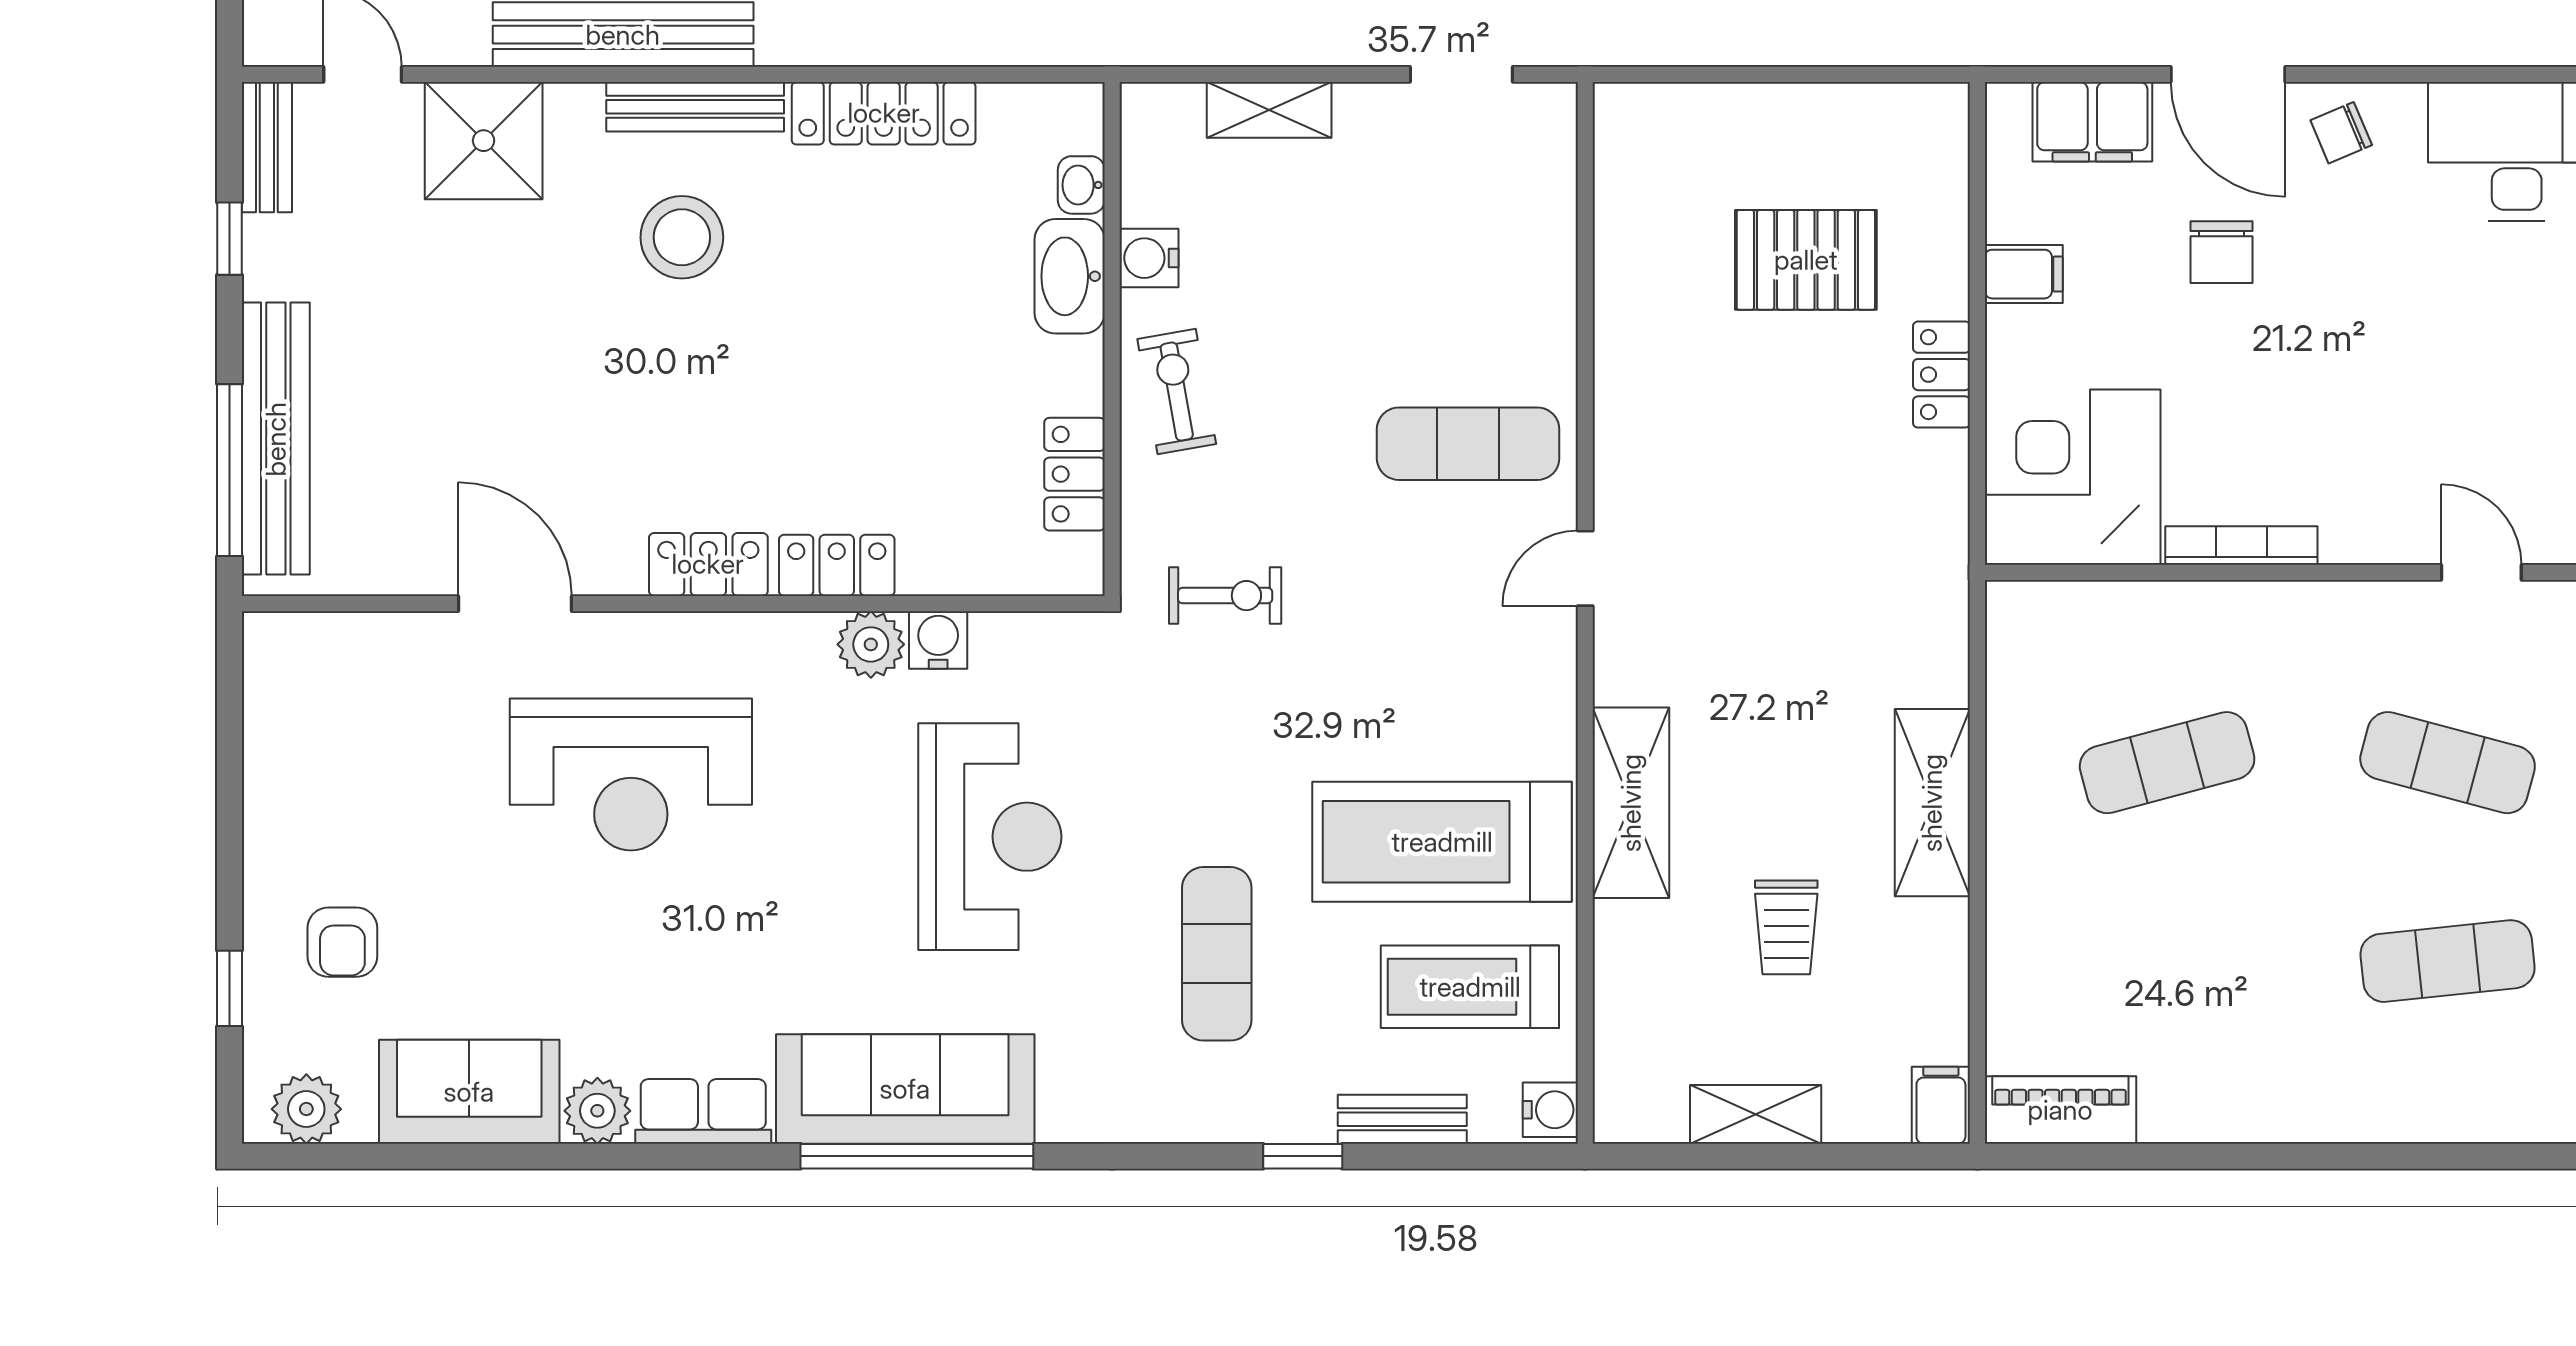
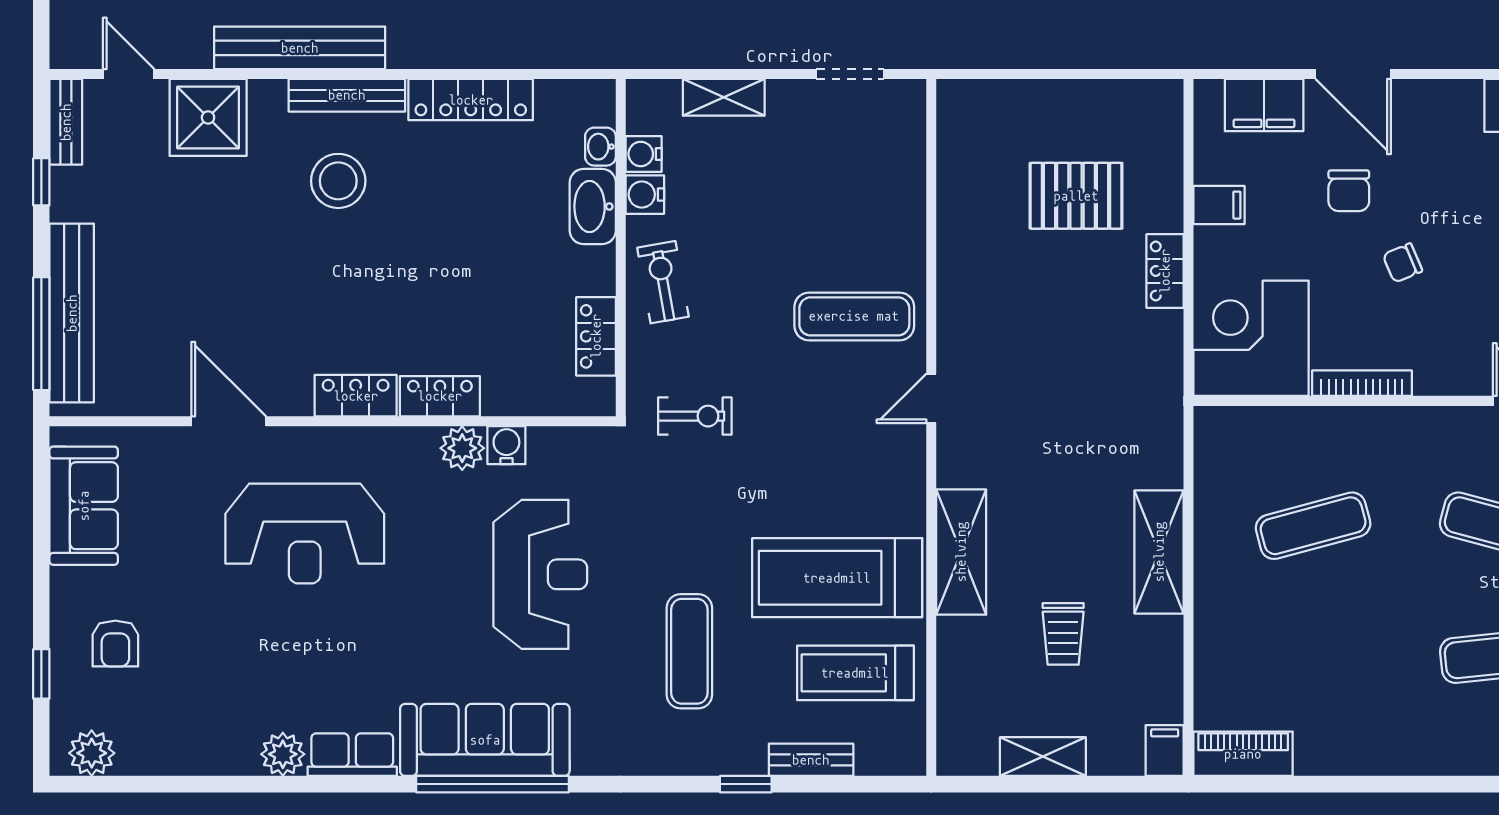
chair: (2341, 133) -> (1403, 263), moved
sofa: (469, 1092) -> (84, 506), moved, turned 90
water cooler: (1550, 1110) -> (644, 154), moved, turned 180

